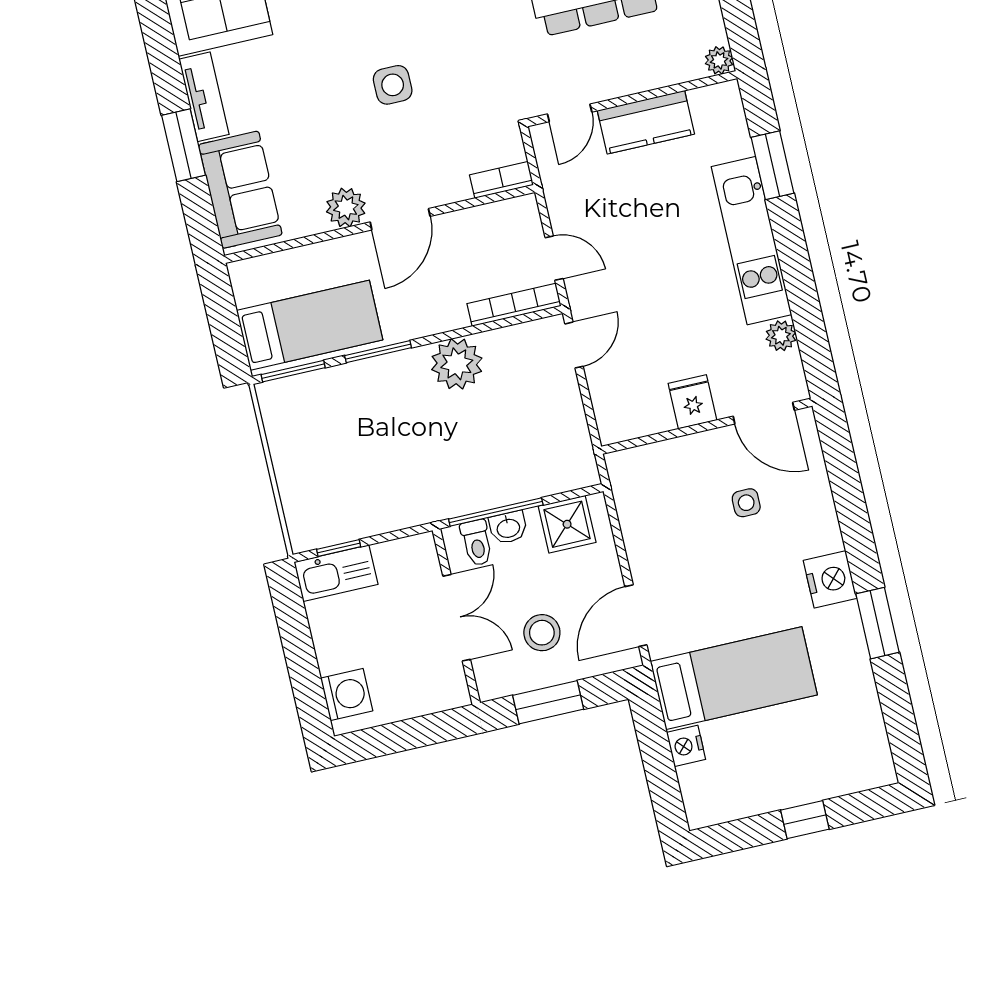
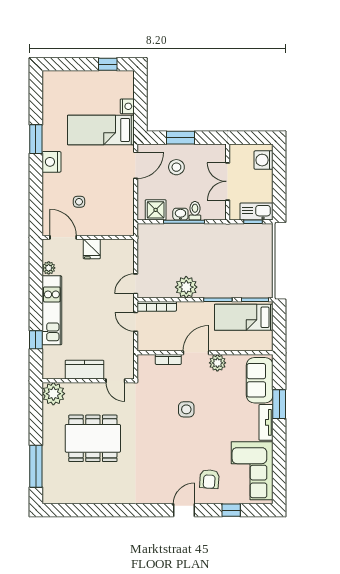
plant: (719, 60) -> (53, 394), width x1.87, depth x1.87
door: (570, 113) -> (115, 381), swing flipped
window: (773, 165) -> (36, 340), width x0.67
bookcase: (502, 180) -> (168, 359), moved
wall: (456, 617) -> (228, 182), moved
double door: (457, 618) -> (228, 181), moved
window: (805, 820) -> (108, 64), moved

